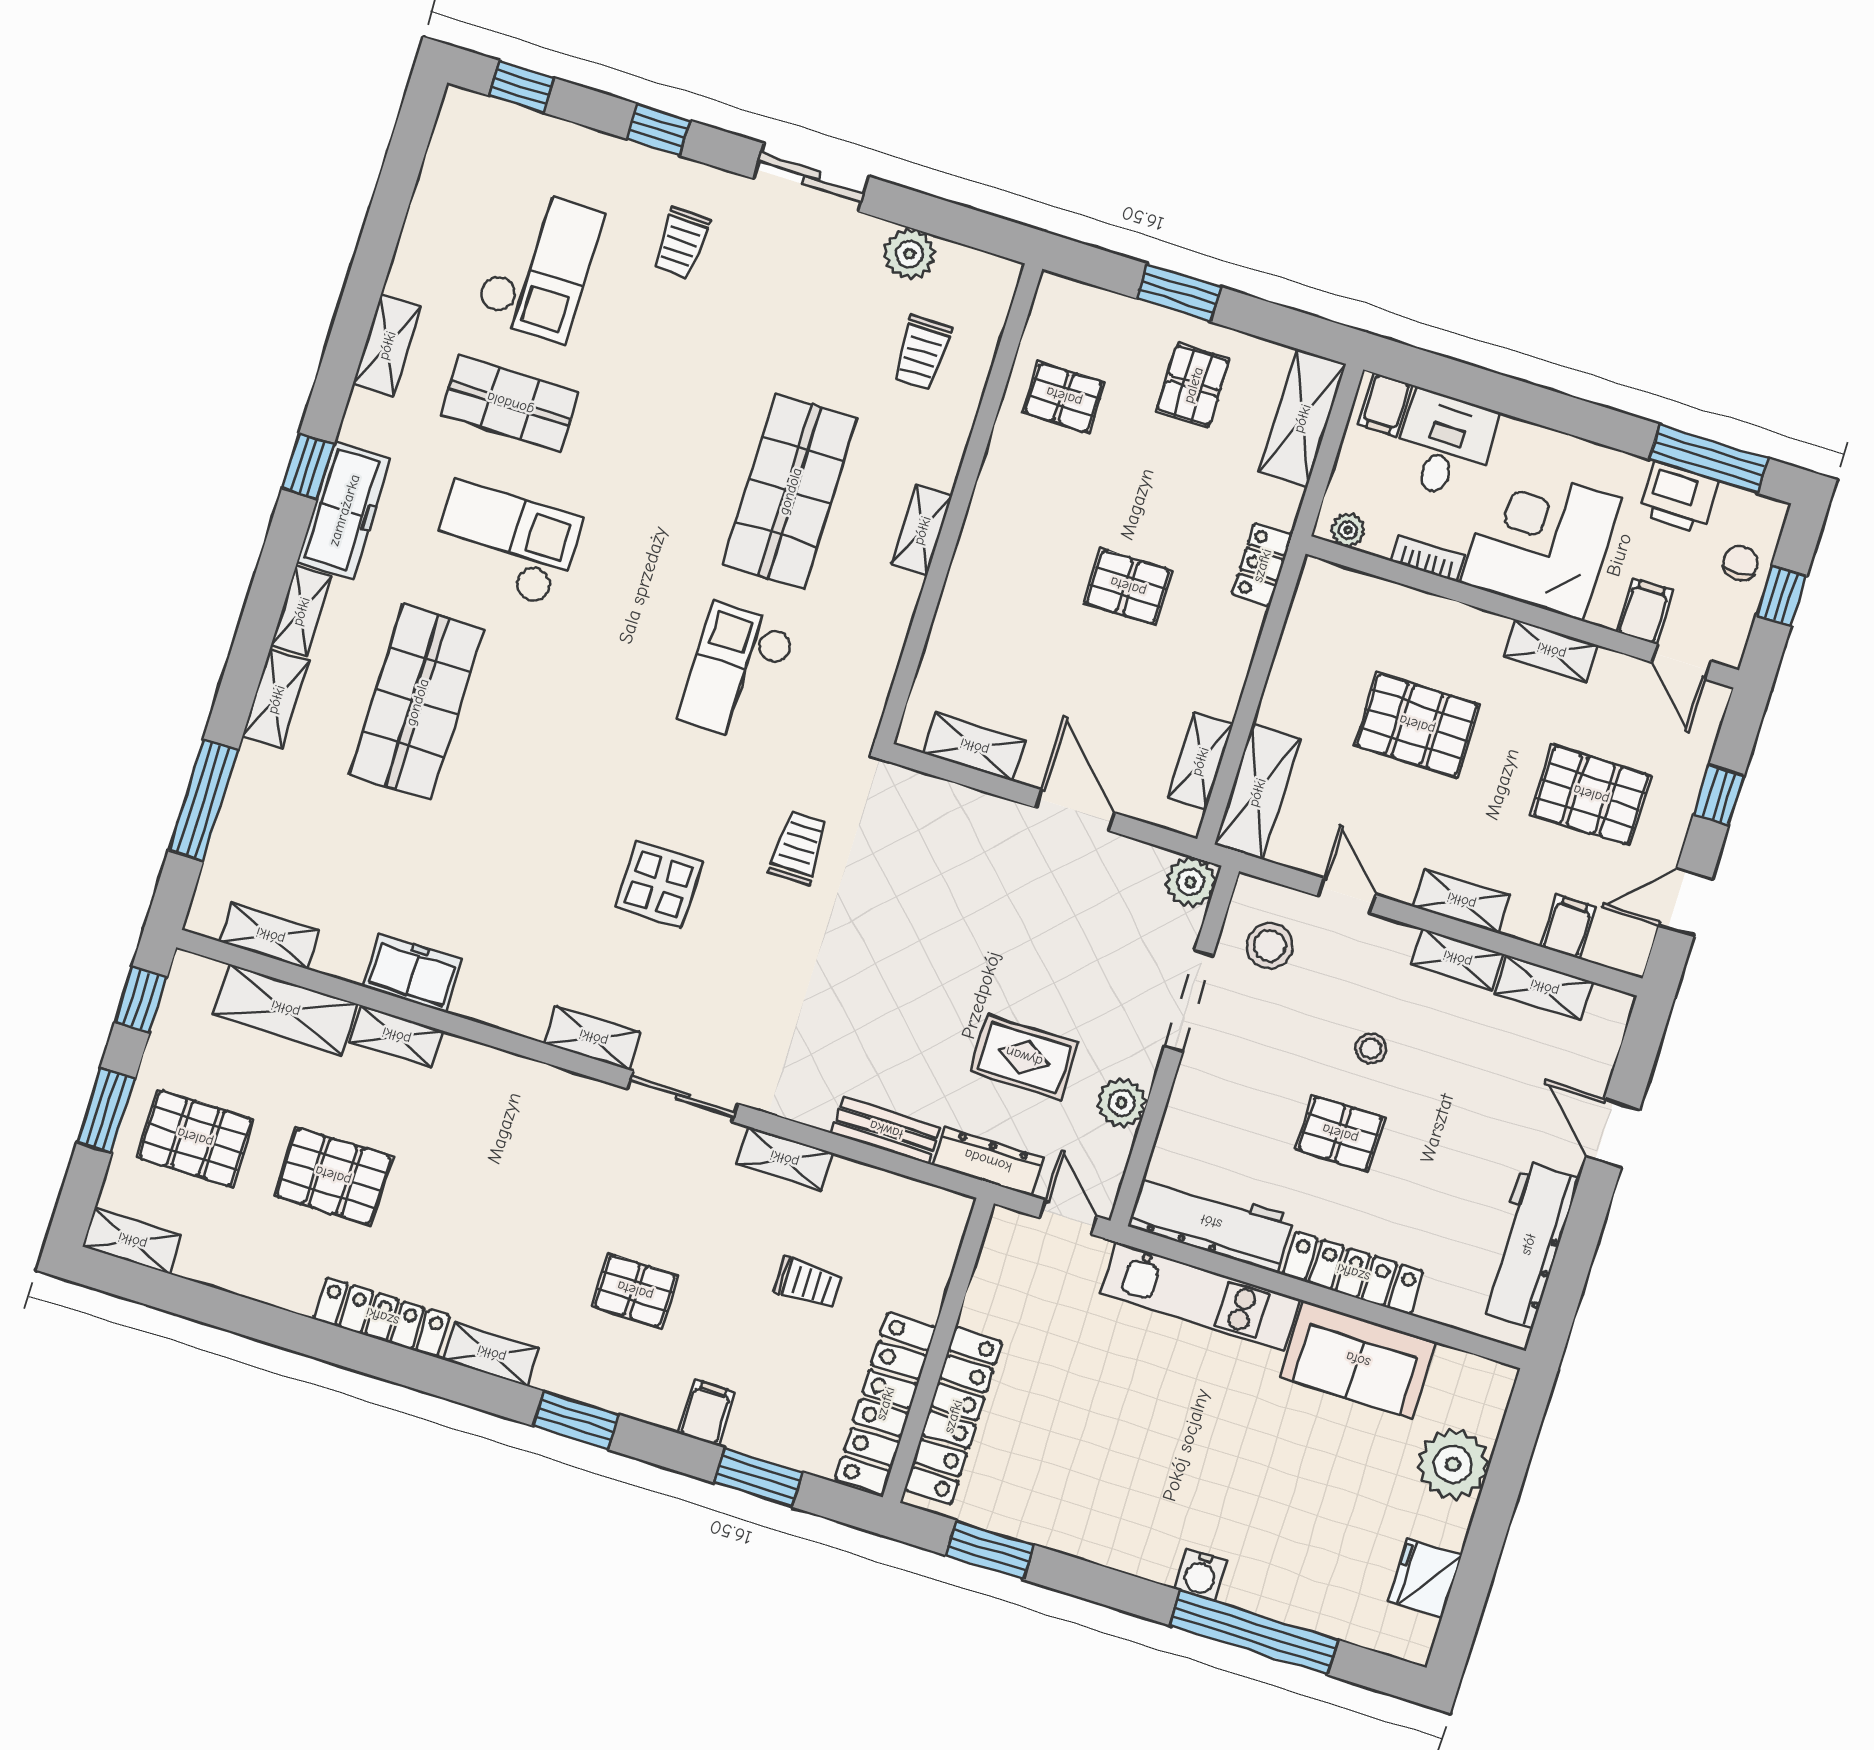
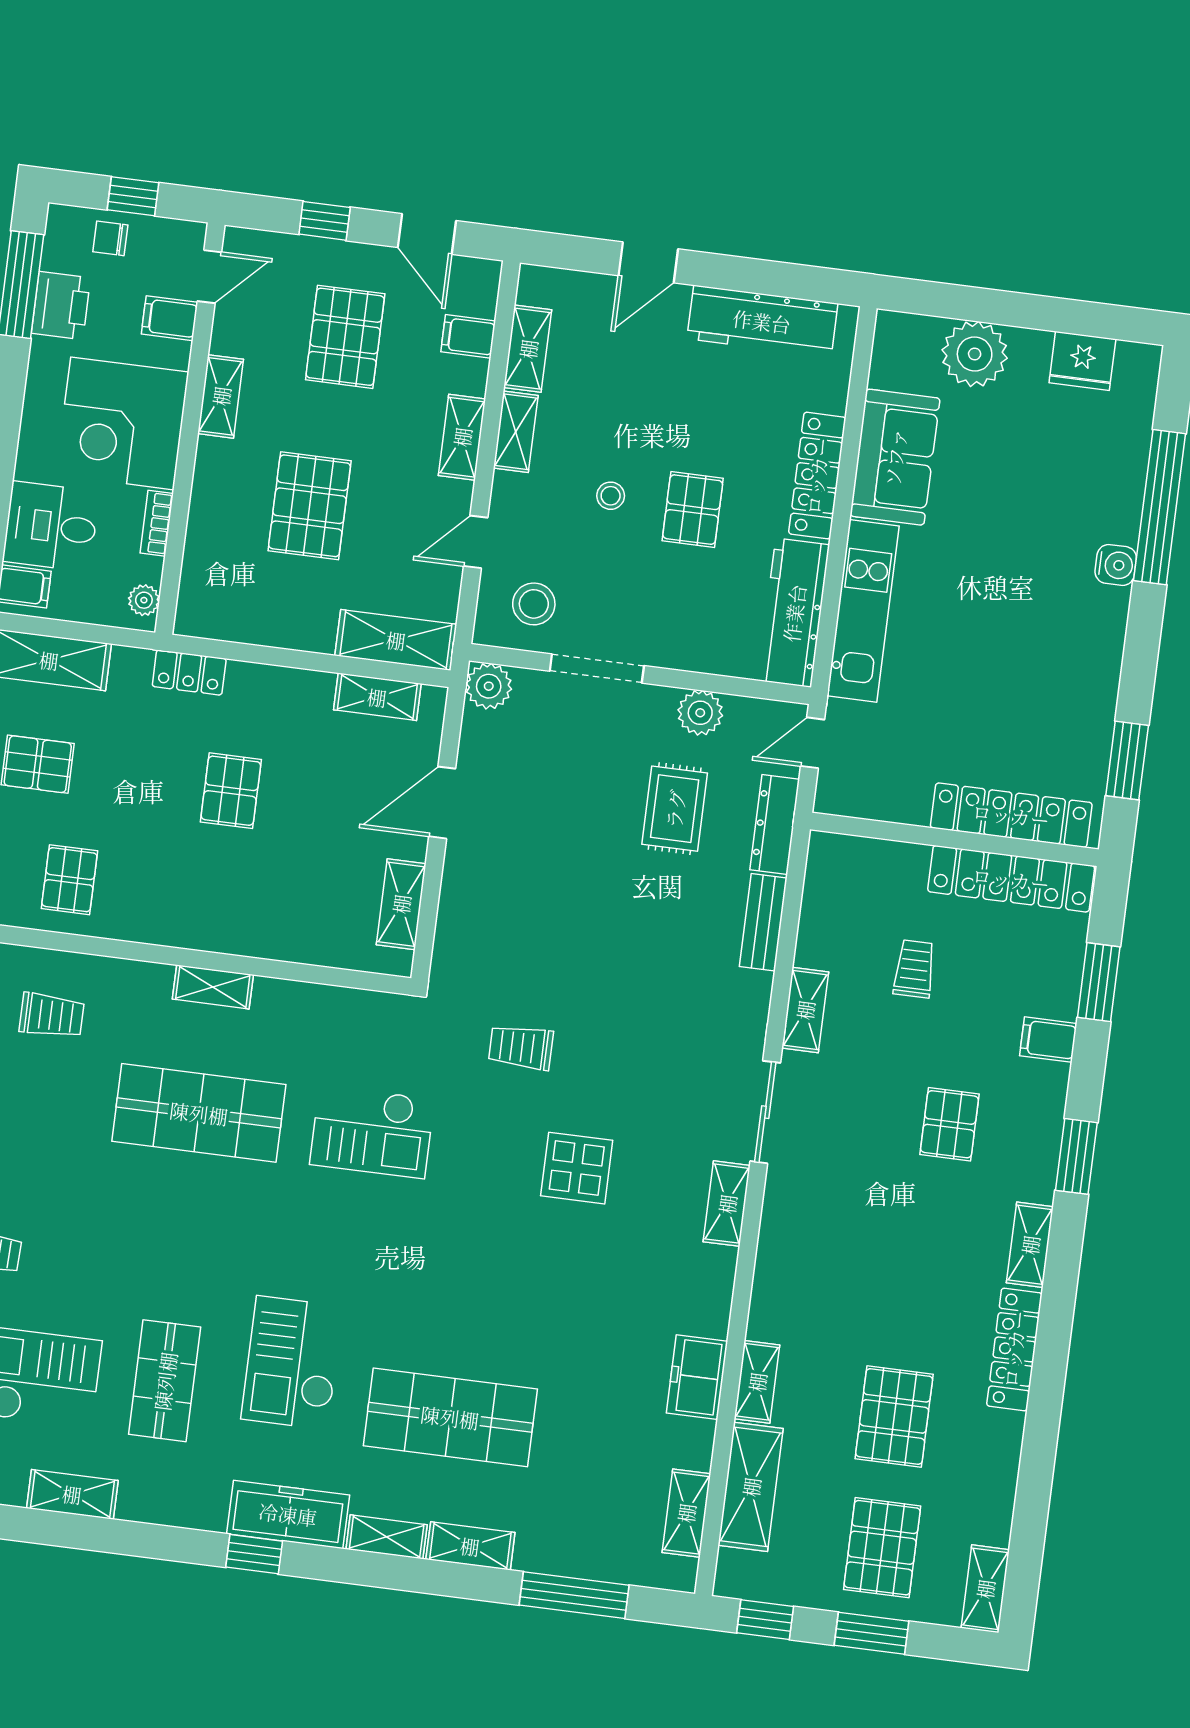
shelving: (387, 345) -> (72, 1494), moved

